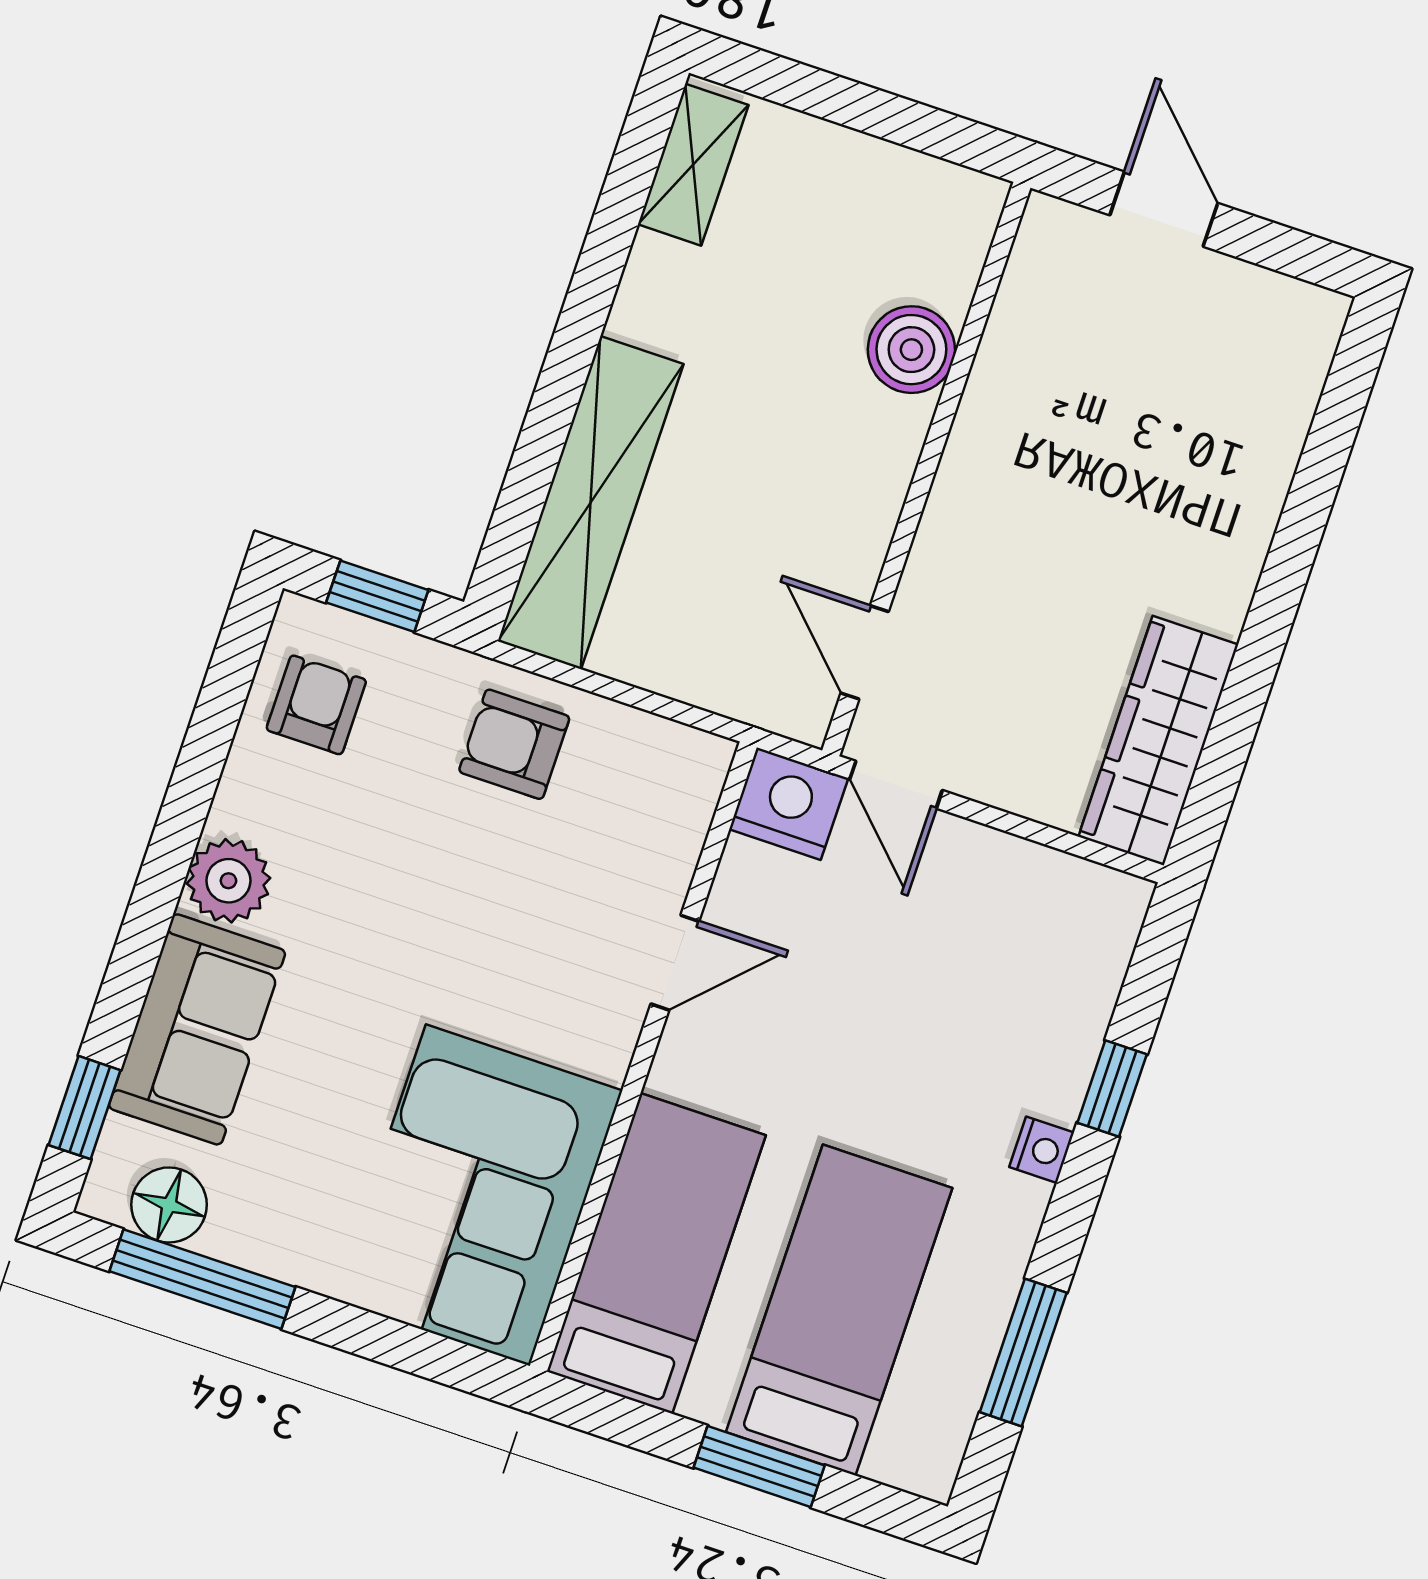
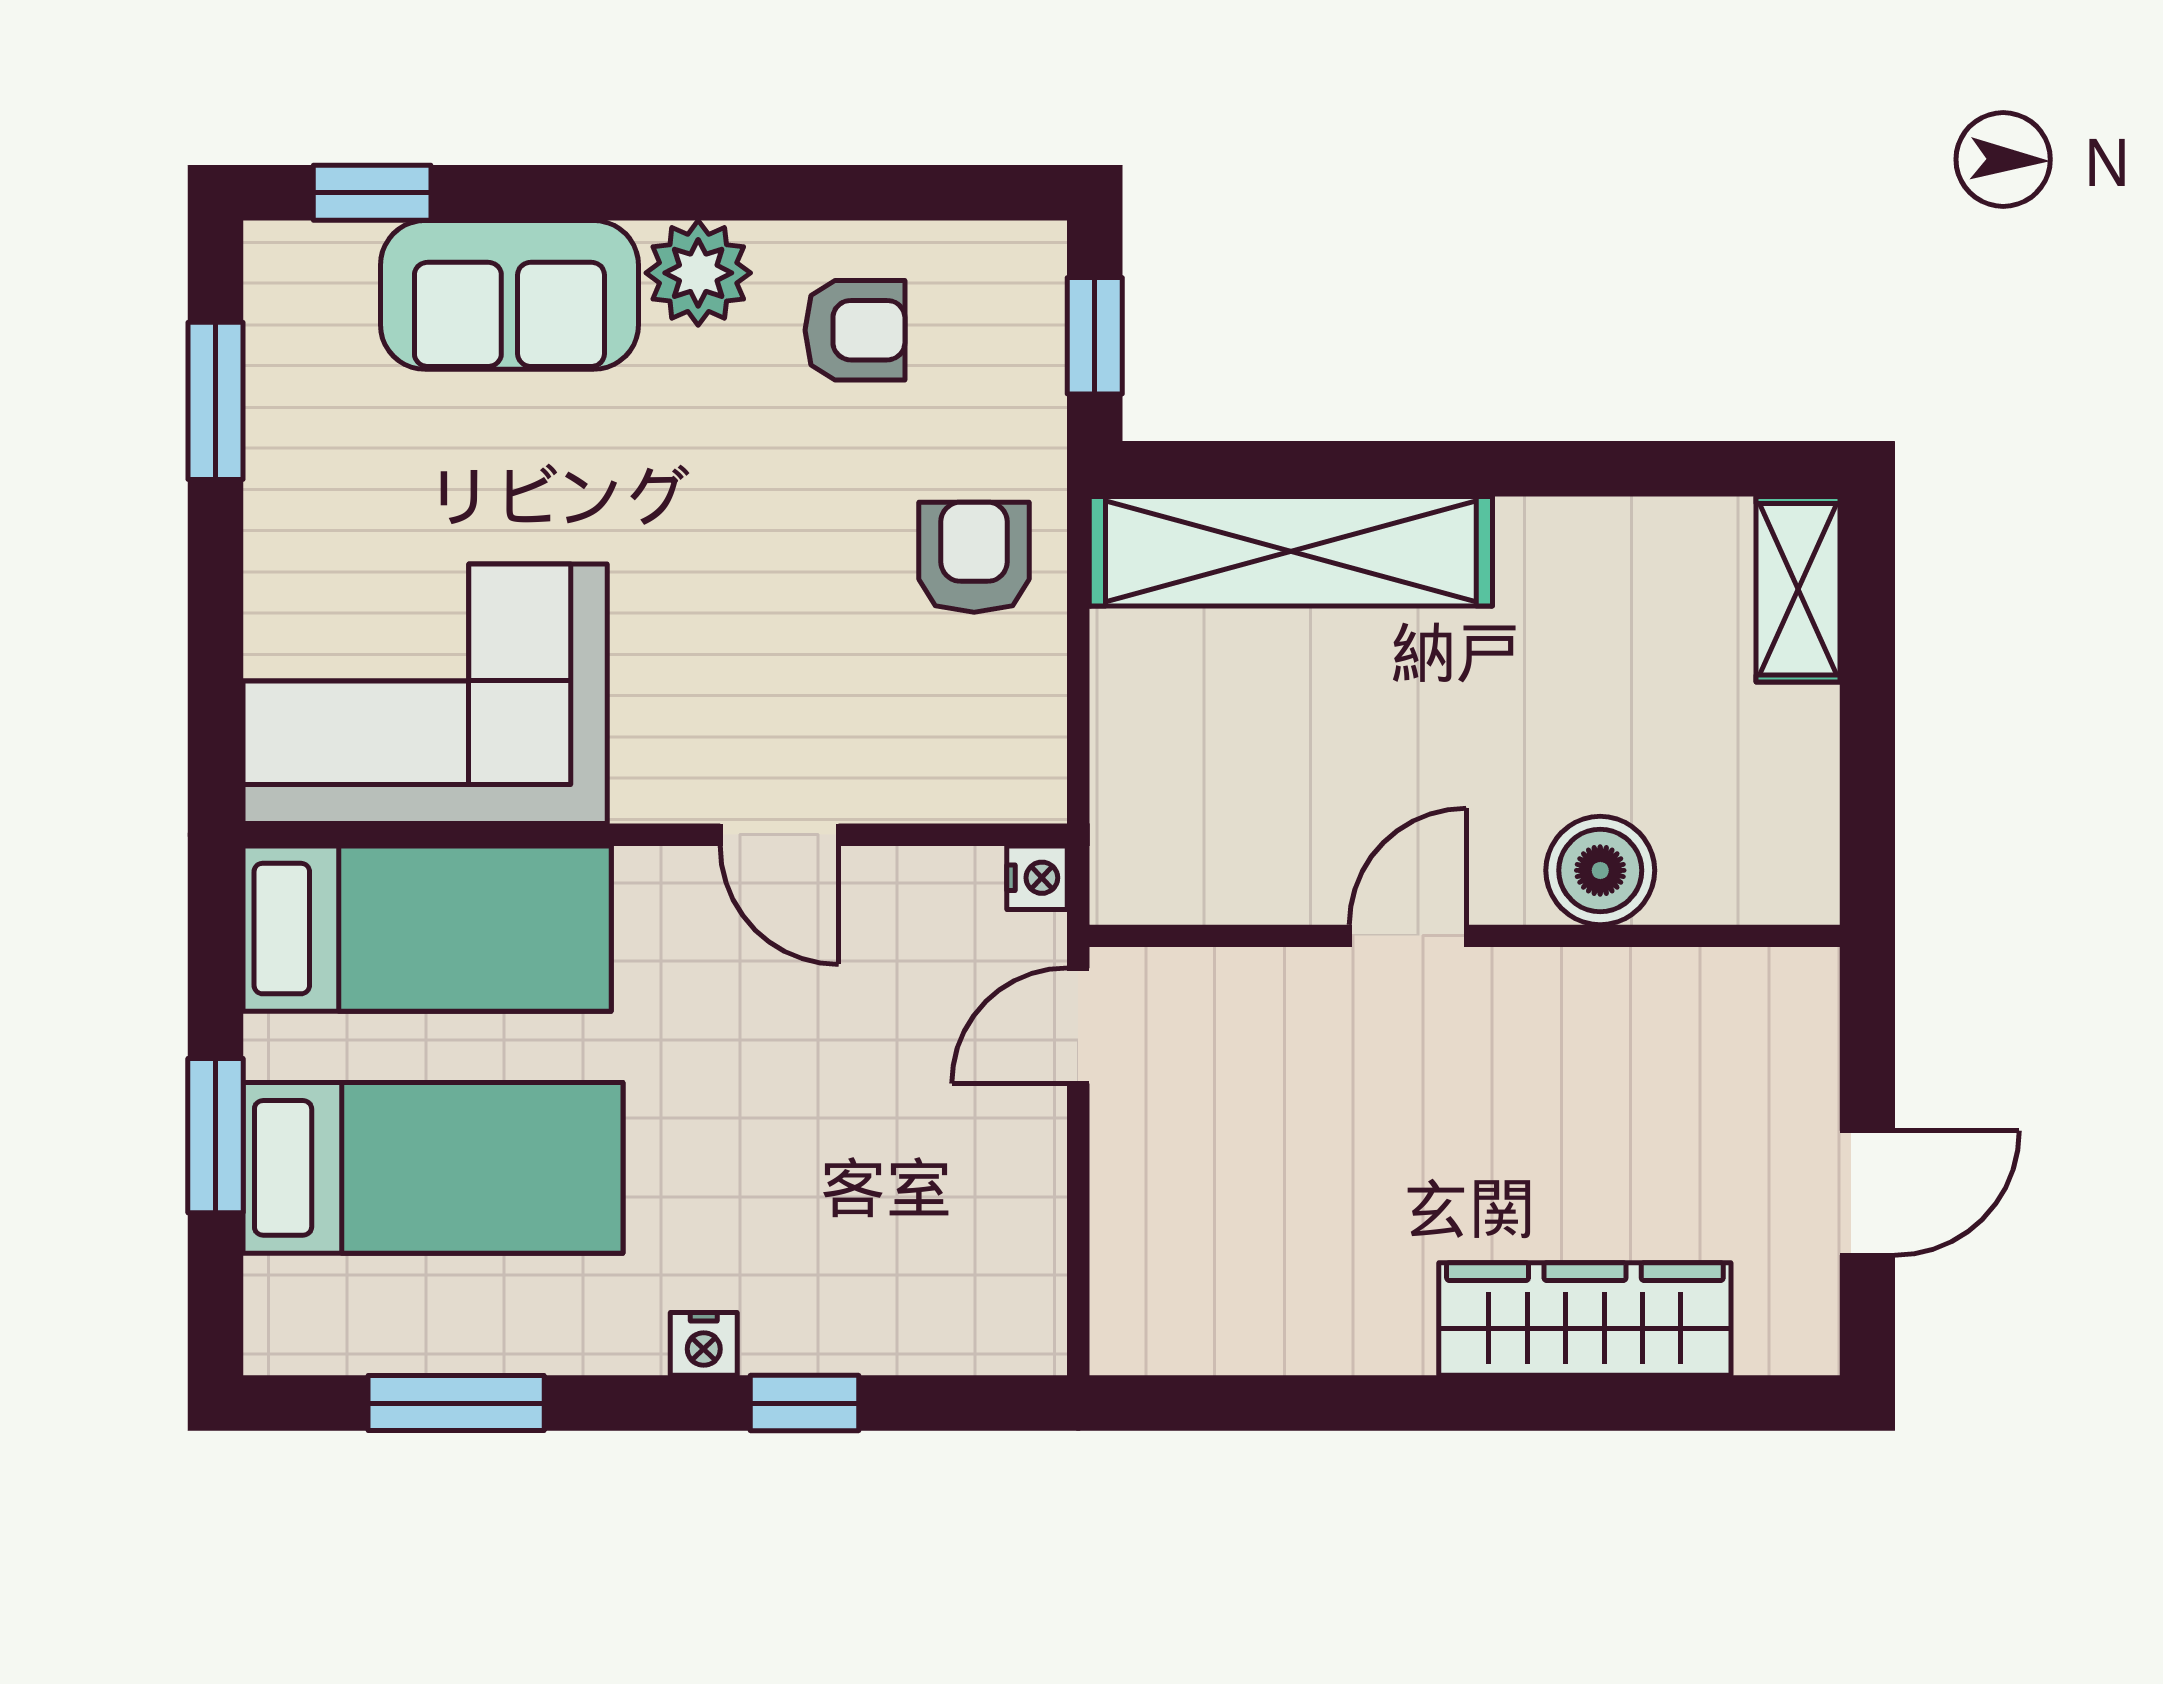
shelving: (693, 165) -> (1798, 589), moved, turned 90
door: (1164, 209) -> (1867, 1193), moved
door: (865, 652) -> (1408, 936), moved
armchair: (316, 705) -> (855, 330), moved
wardrobe: (1158, 741) -> (1585, 1319), moved
nightstand: (789, 804) -> (1037, 878), width x0.53, depth x0.56
floor lamp: (169, 1205) -> (290, 332), removed
window: (202, 1279) -> (216, 401), width x0.69

